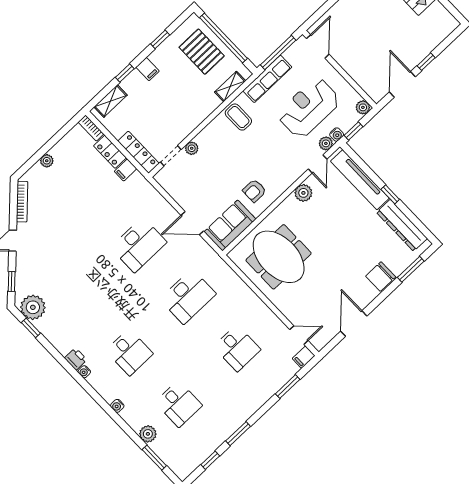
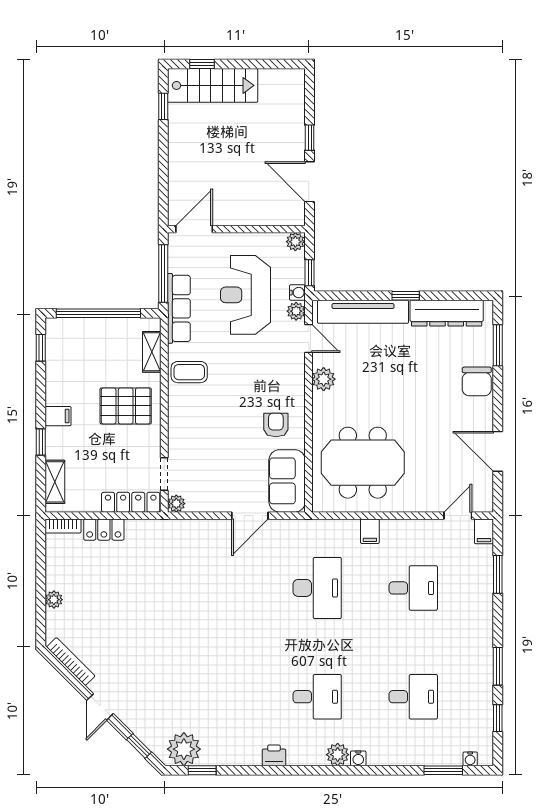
window: (160, 39) -> (41, 348), moved
door: (318, 46) -> (194, 229), hinge flipped
pallet: (202, 52) -> (126, 406), moved
plant: (192, 148) -> (176, 504), moved
filing cabinet: (126, 170) -> (370, 531), moved
armchair: (254, 191) -> (276, 425), turned 180
desk: (139, 245) -> (221, 588), removed
water cooler: (84, 372) -> (470, 759), moved
plant: (148, 434) -> (338, 755), moved

